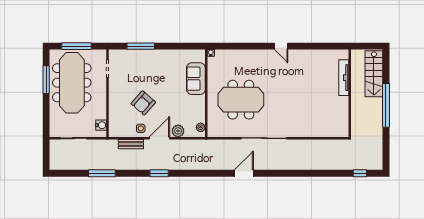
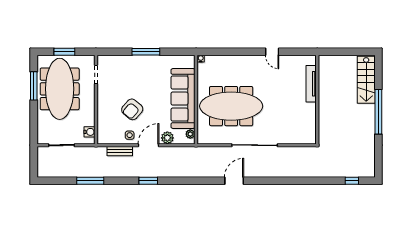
window: (76, 46) -> (64, 52), width x0.69
window: (141, 46) -> (146, 52), moved
tv unit: (344, 78) -> (311, 84), moved
sofa: (196, 79) -> (183, 99), width x1.85, depth x1.27
wall: (350, 93) -> (317, 100), moved
meeting table: (241, 100) -> (231, 106), width x1.36

